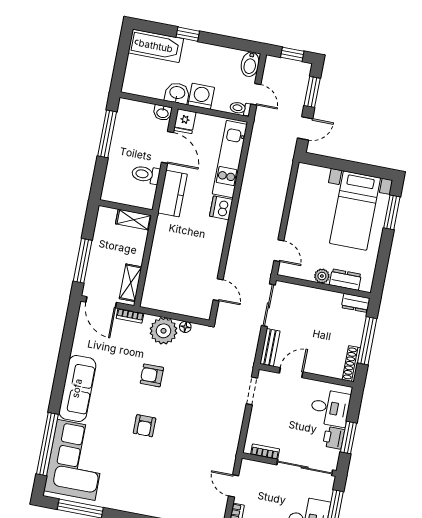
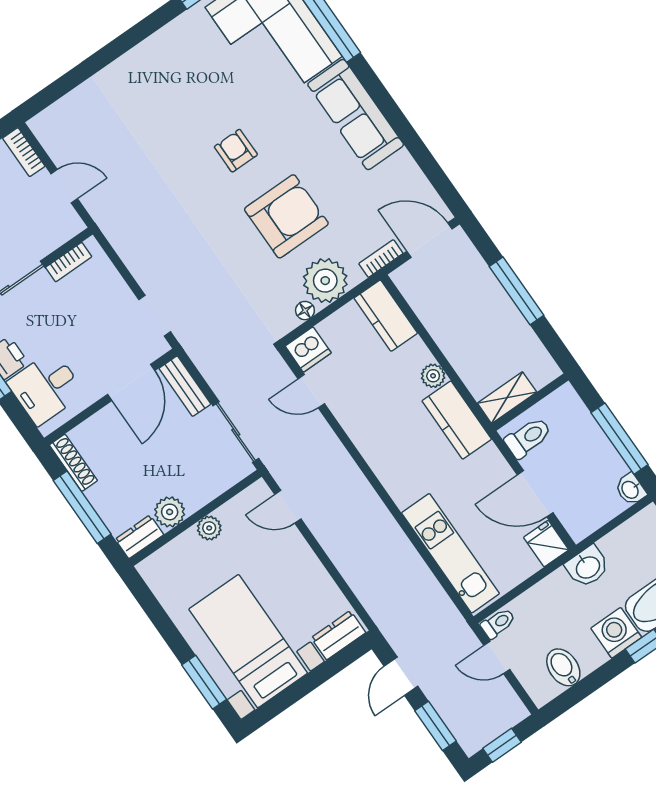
bidet: (250, 64) -> (563, 667), moved
washing machine: (201, 96) -> (616, 633), moved, turned 180
washbasin: (163, 113) -> (631, 489), moved, turned -90
kitchen counter: (172, 194) -> (457, 420), moved
wall: (126, 208) -> (530, 402), moved
dishwasher: (221, 208) -> (308, 350), moved, turned 90
shelving: (134, 220) -> (507, 398), moved
plant: (159, 243) -> (433, 376), added
window: (83, 261) -> (516, 291), moved
dresser: (345, 280) -> (338, 635), moved, turned 180
shelving: (131, 283) -> (419, 297), removed
kitchen counter: (153, 289) -> (386, 316), added
plant: (332, 300) -> (170, 512), added
door: (291, 373) -> (131, 382), width x1.38
armchair: (152, 375) -> (286, 216), width x1.88, depth x1.88

